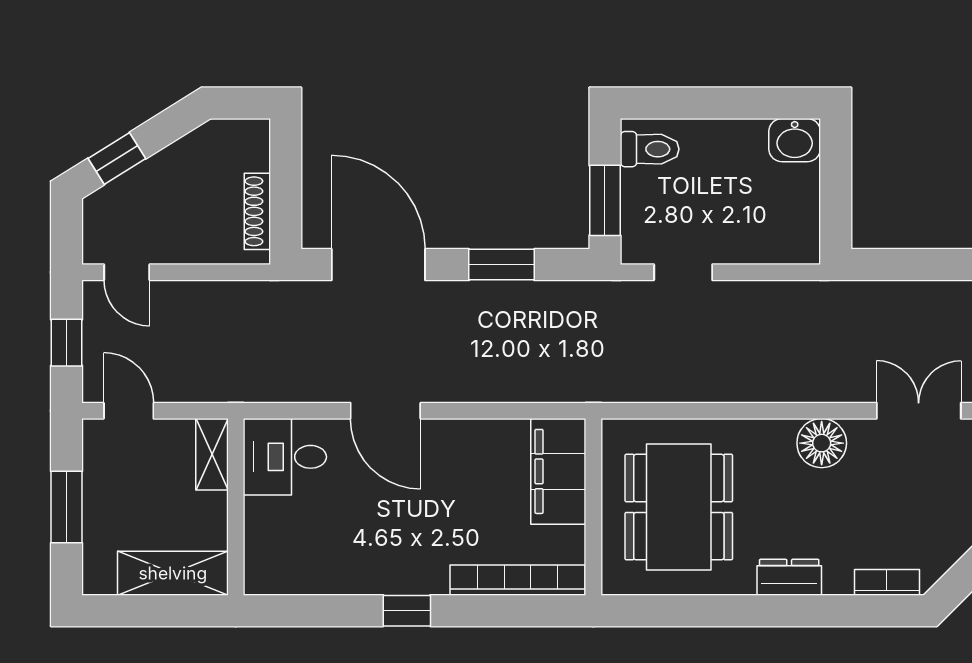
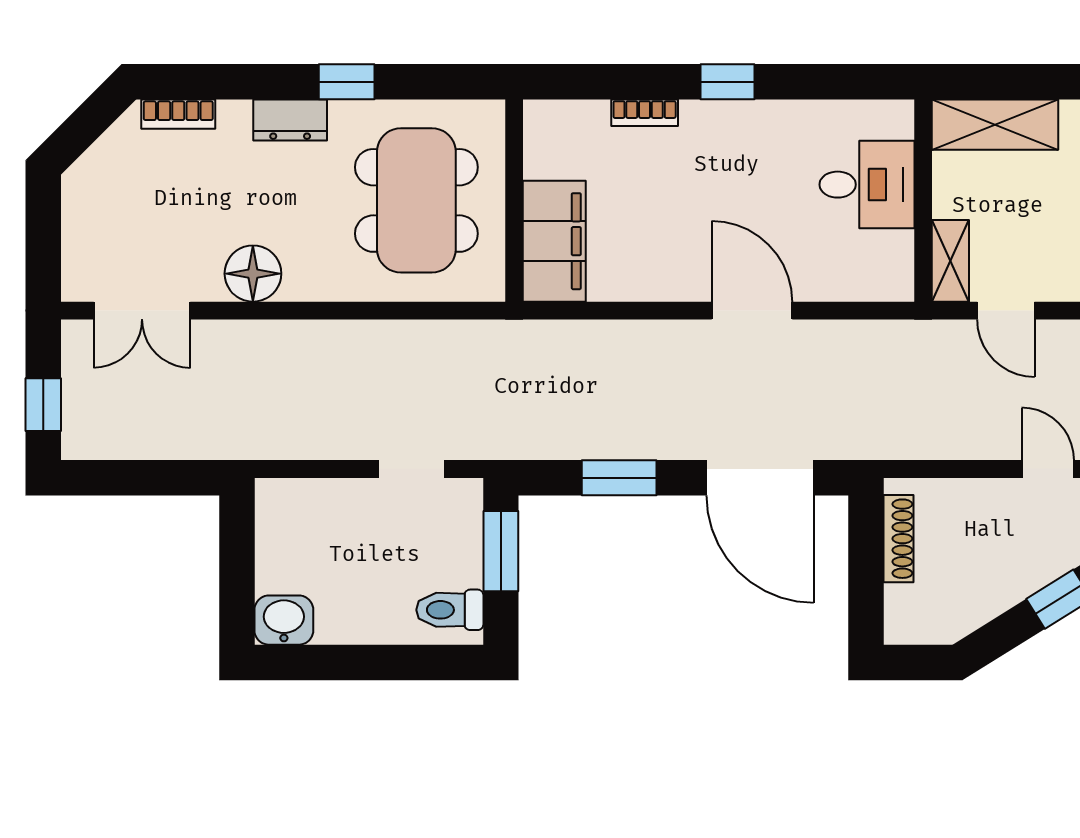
door: (129, 411) -> (1006, 311), moved
desk: (285, 457) -> (867, 185), moved
bookcase: (518, 580) -> (645, 113), width x0.43, depth x0.76
window: (740, 611) -> (347, 82), added

